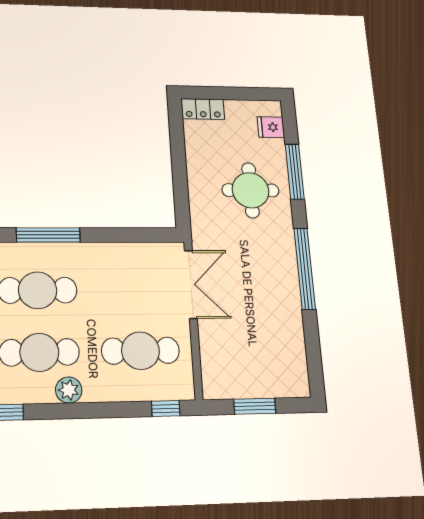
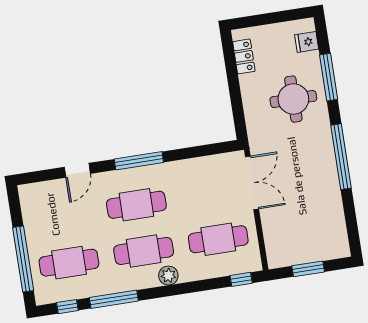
locker: (203, 109) -> (244, 56), moved, turned -90

